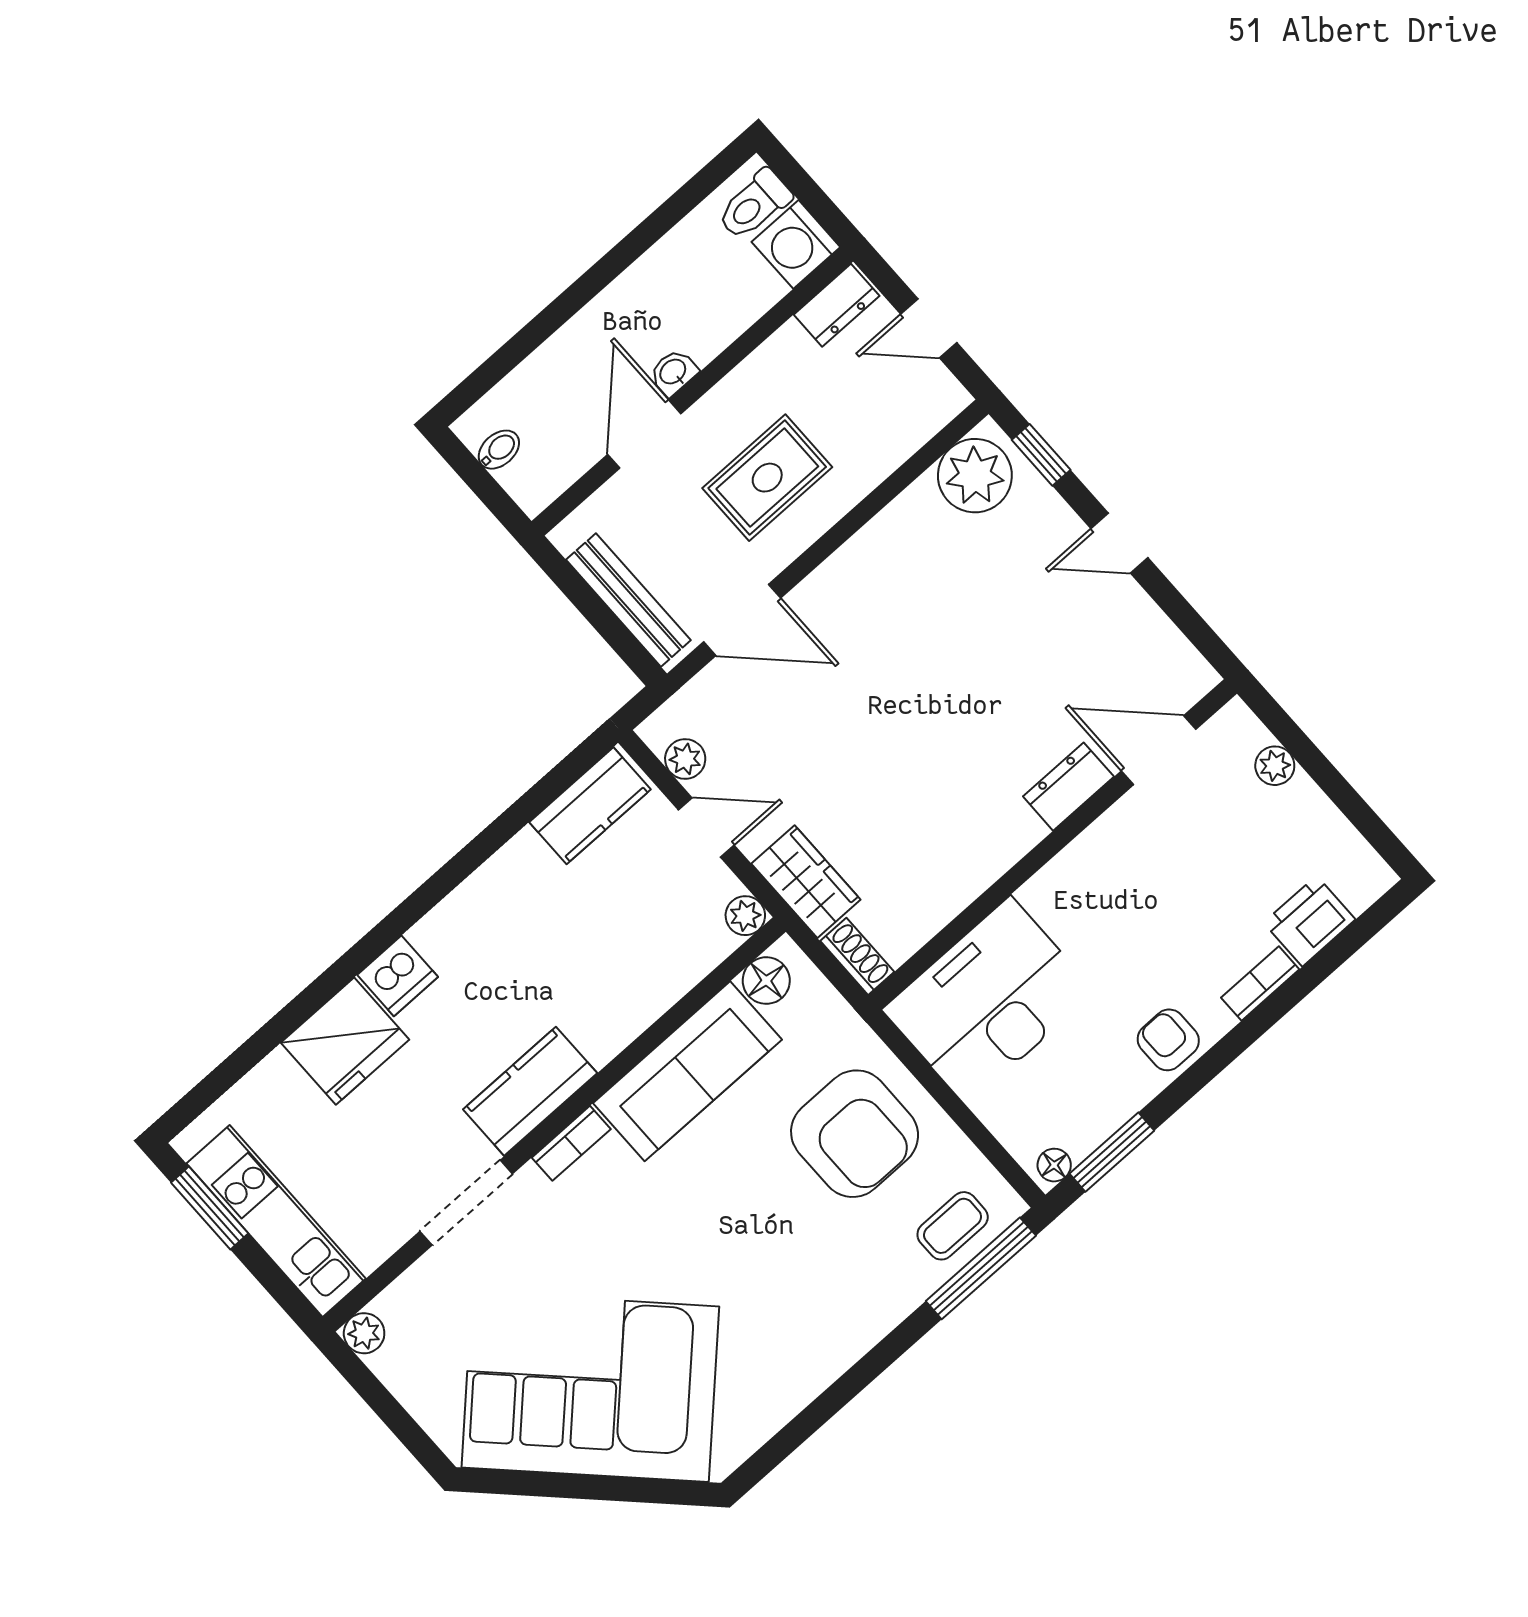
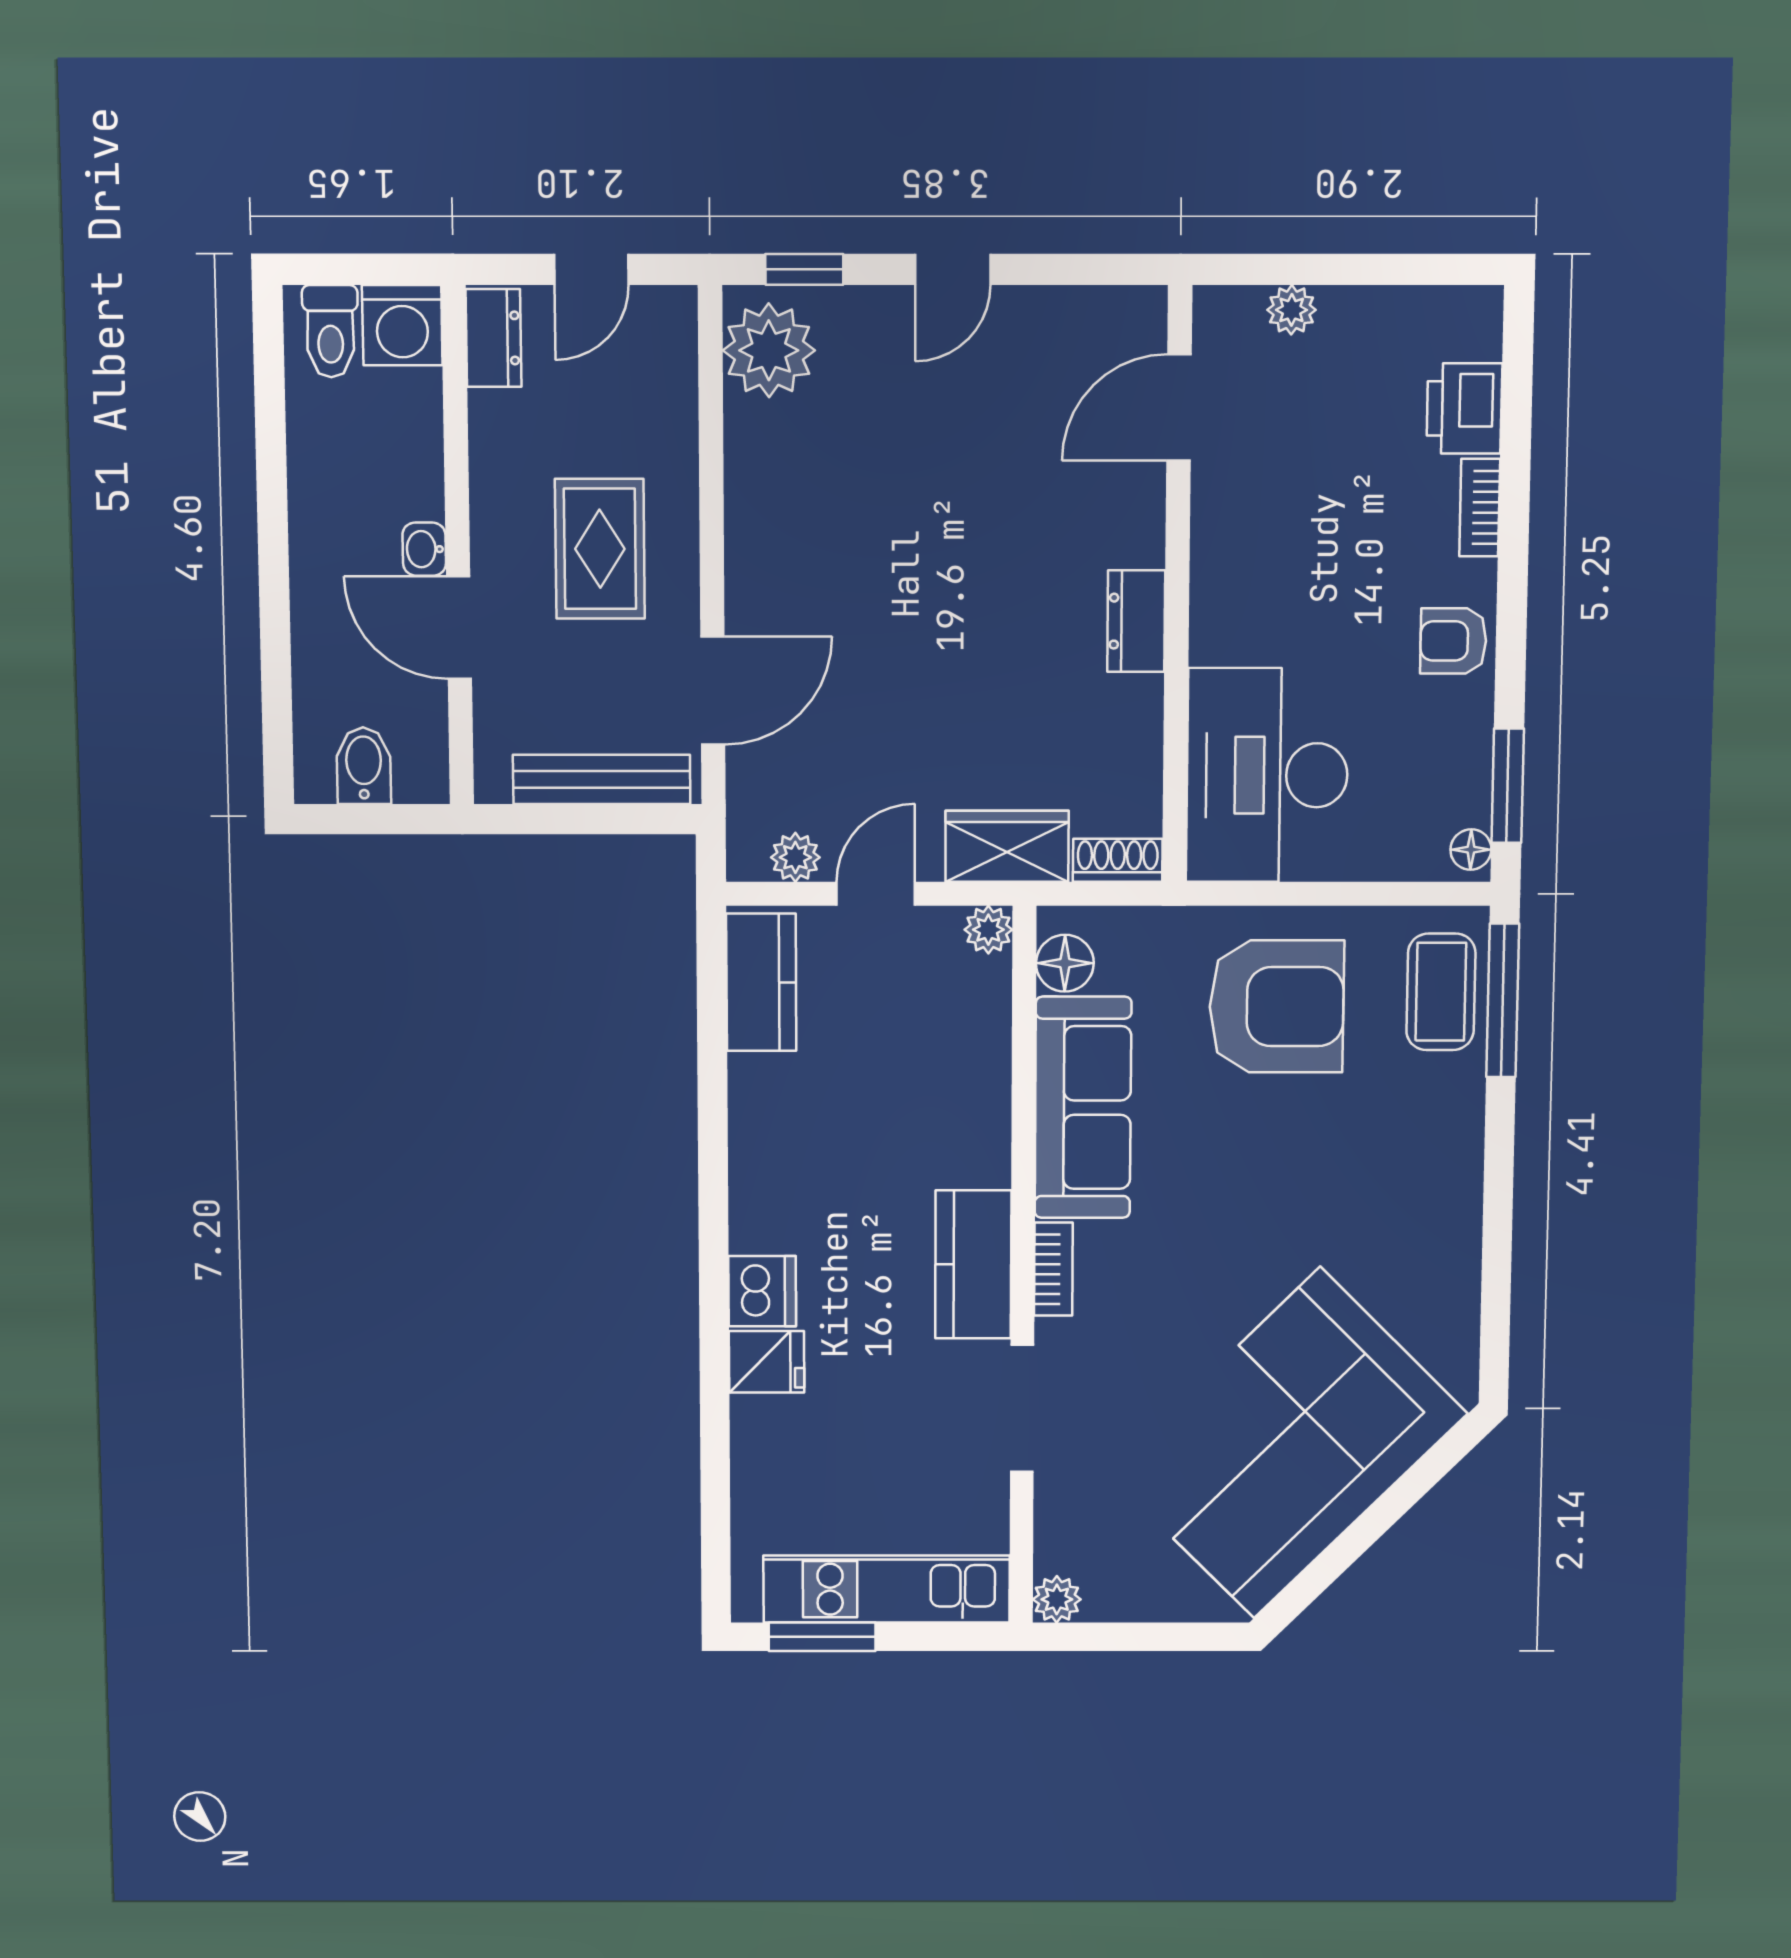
bidet: (499, 450) -> (364, 766), width x1.38, depth x1.36
dresser: (1068, 787) -> (1136, 621), moved
fridge: (345, 1041) -> (767, 1362), width x0.53, depth x0.75
coffee table: (953, 1226) -> (1441, 992), width x1.36, depth x1.30

